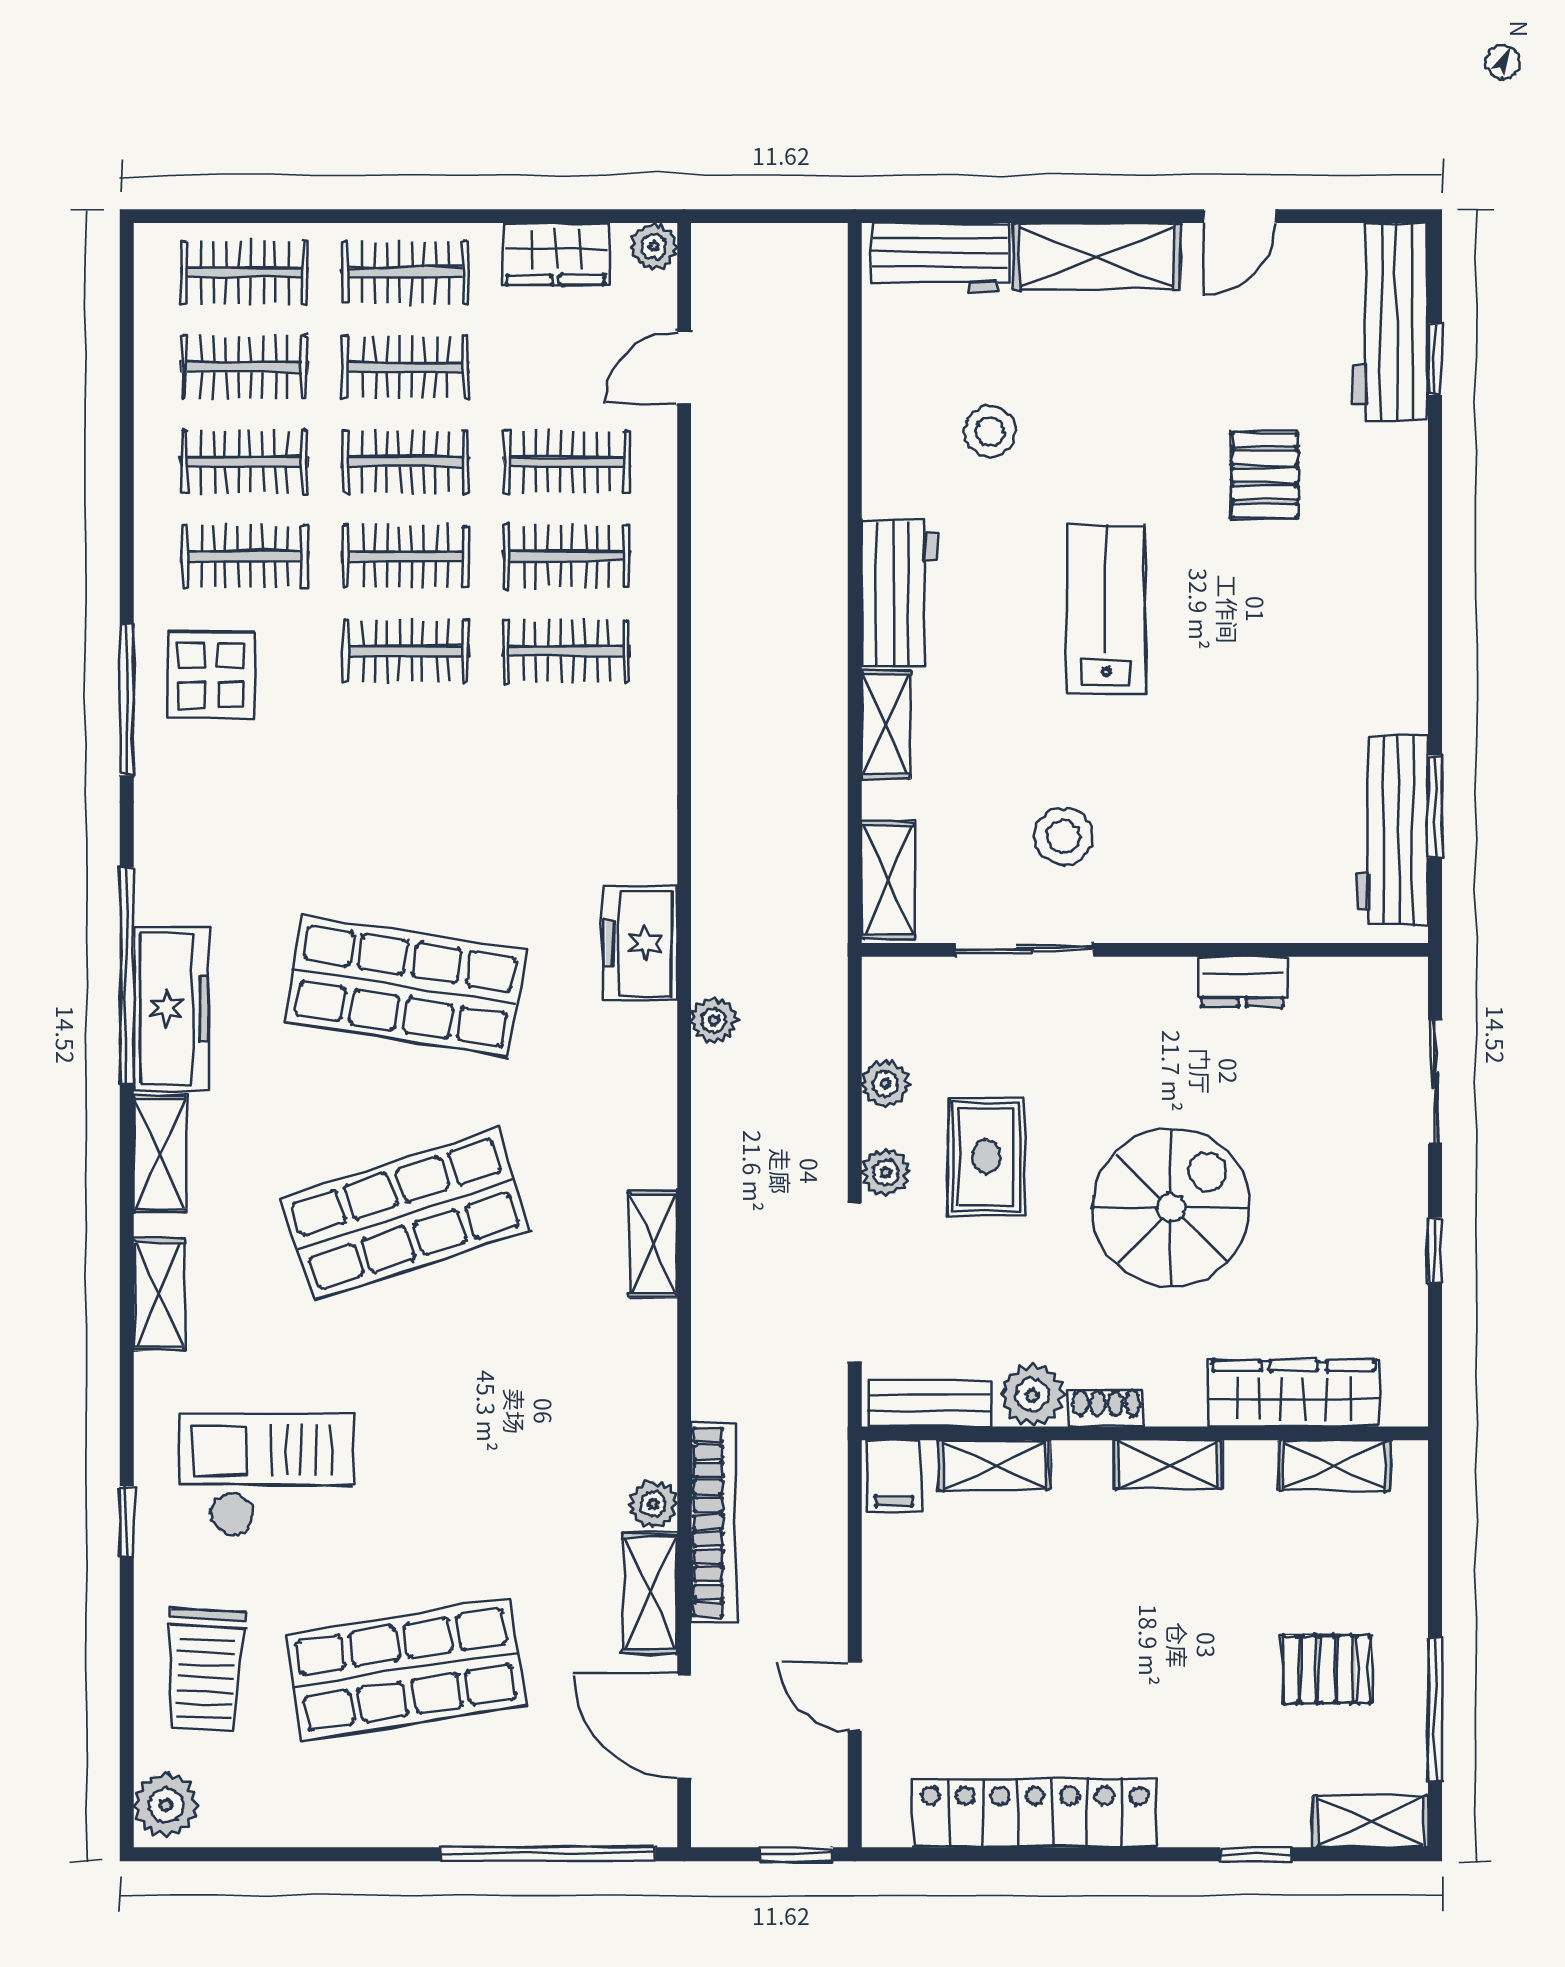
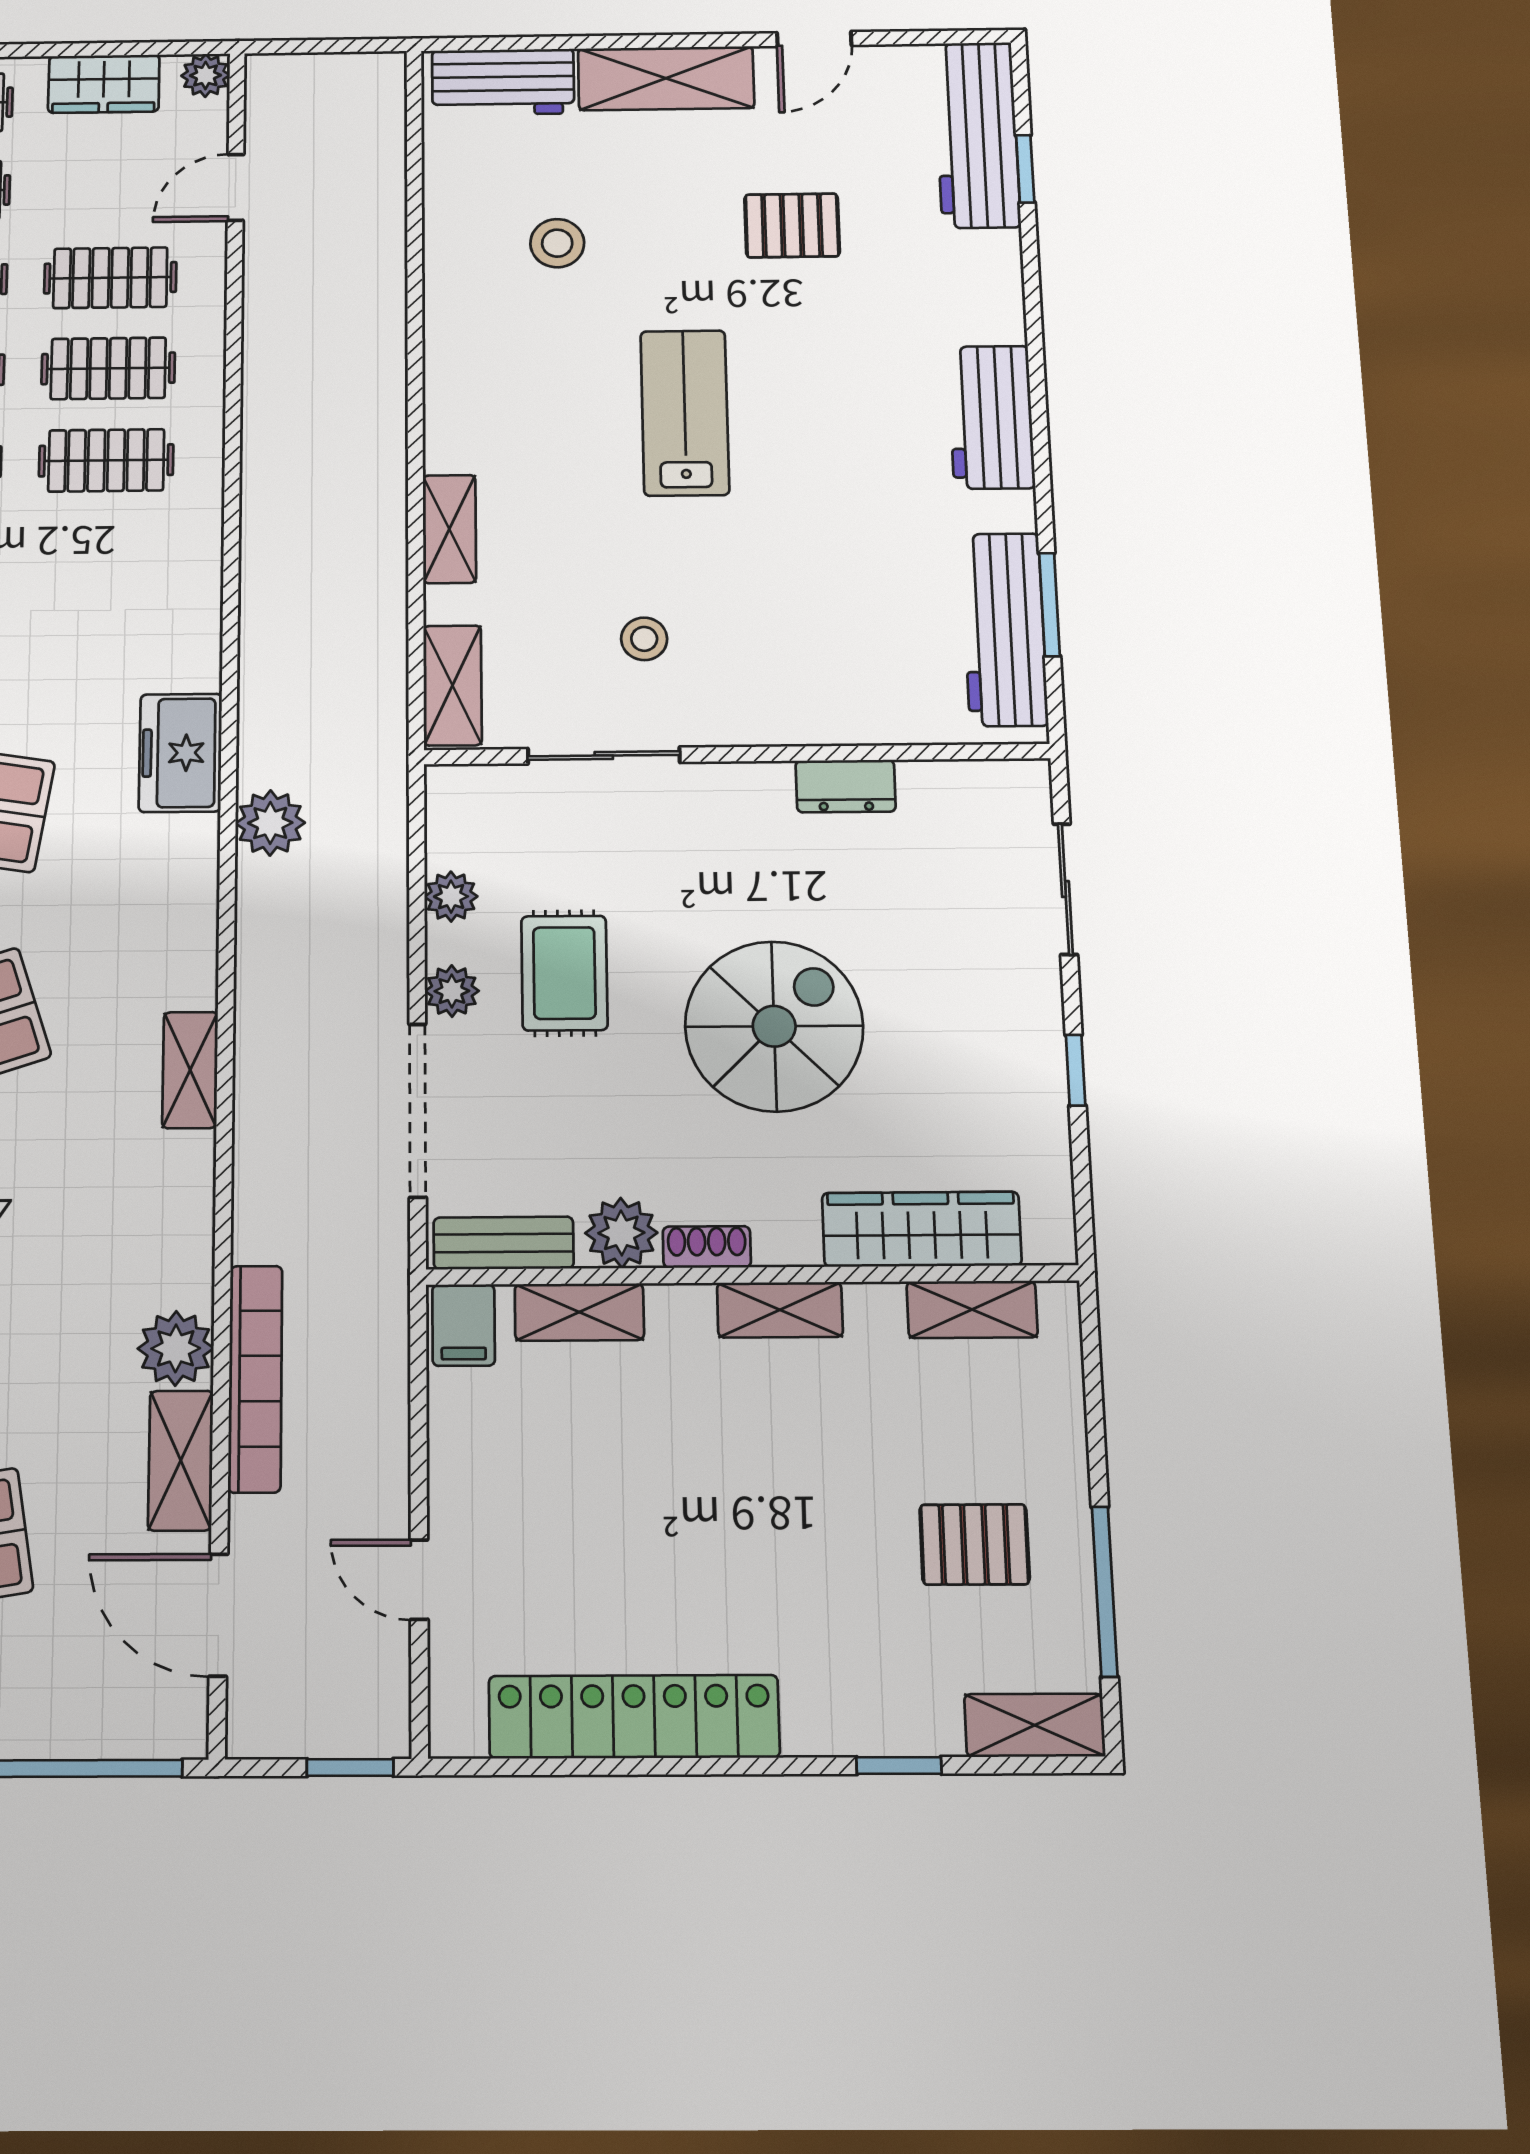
pallet: (1265, 475) -> (792, 225), moved, turned 90
workbench: (899, 593) -> (991, 417), moved, turned 180
stool: (1064, 836) -> (644, 639), width x0.73, depth x0.73
plant: (714, 1020) -> (270, 823), width x1.38, depth x1.38
plant: (653, 1504) -> (176, 1348), width x1.38, depth x1.38

